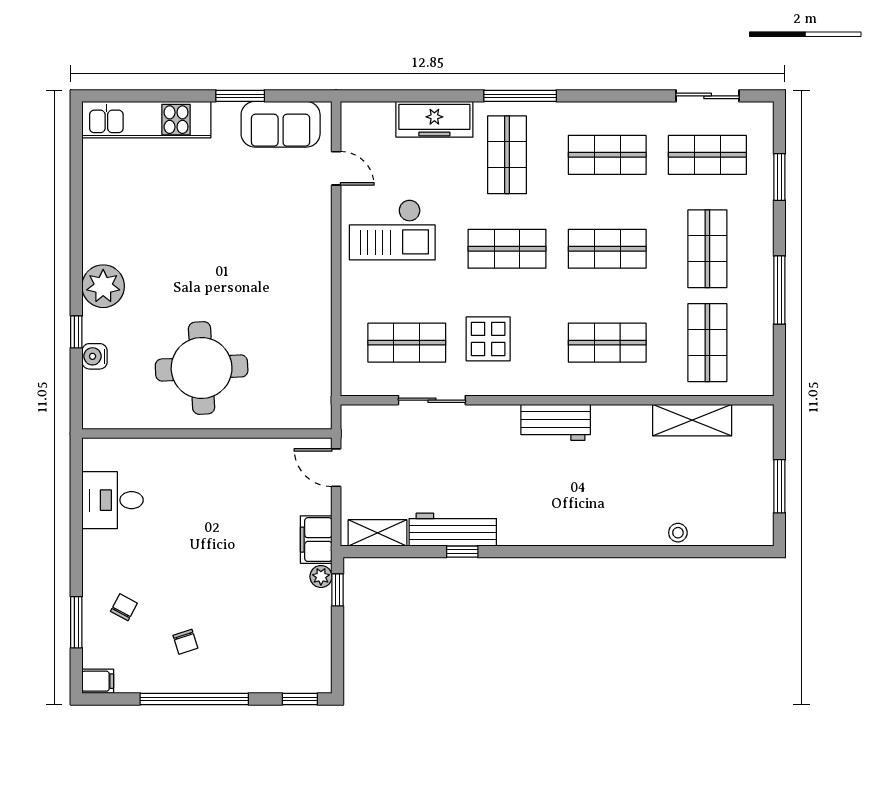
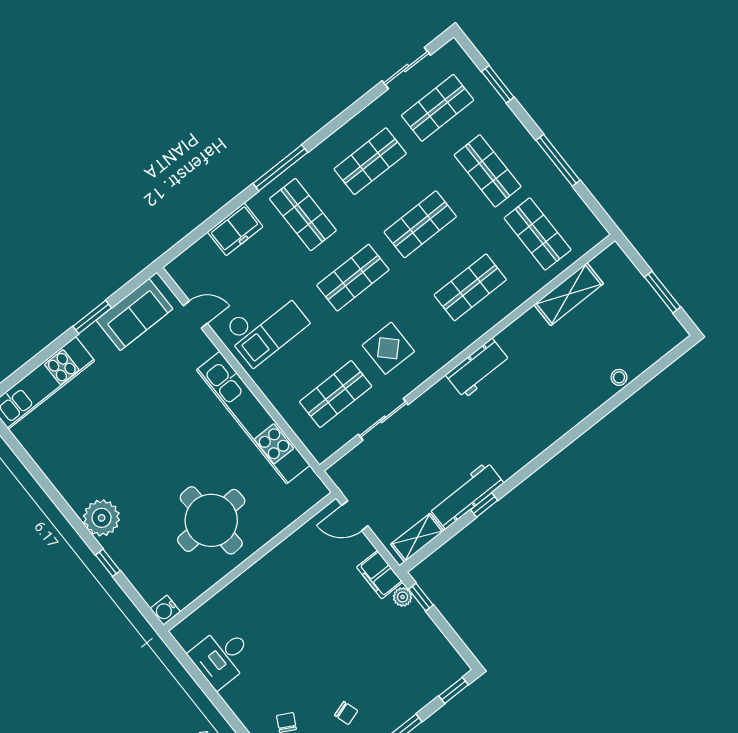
freezer: (434, 119) -> (235, 229), width x0.71
kitchen unit: (314, 304) -> (253, 418), added
water cooler: (95, 356) -> (165, 610), moved

